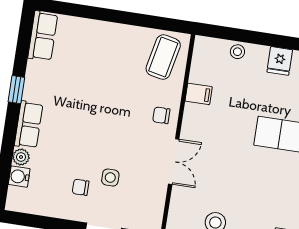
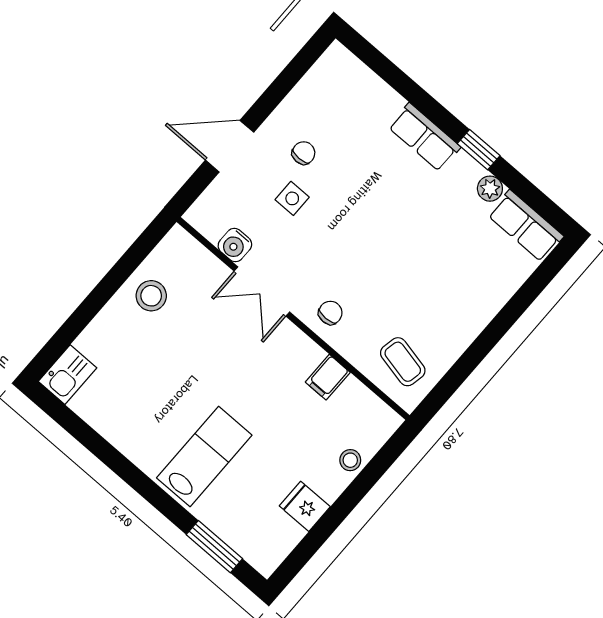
coffee table: (163, 57) -> (403, 362), width x0.73, depth x0.77
plant: (21, 157) -> (490, 189), moved
water cooler: (19, 177) -> (235, 245), moved, turned 180

